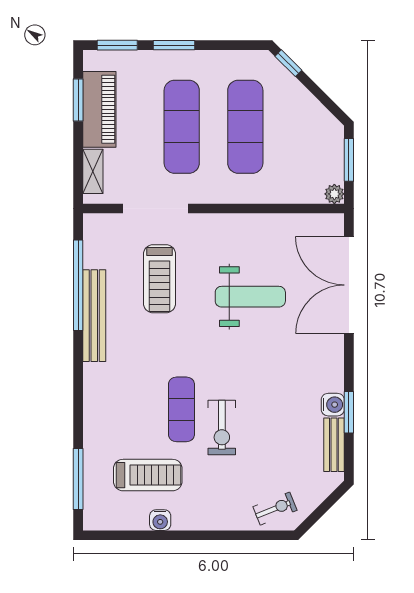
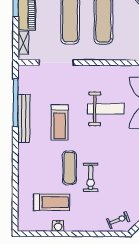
treadmill: (159, 279) -> (60, 122), moved
window: (78, 479) -> (15, 204), removed

